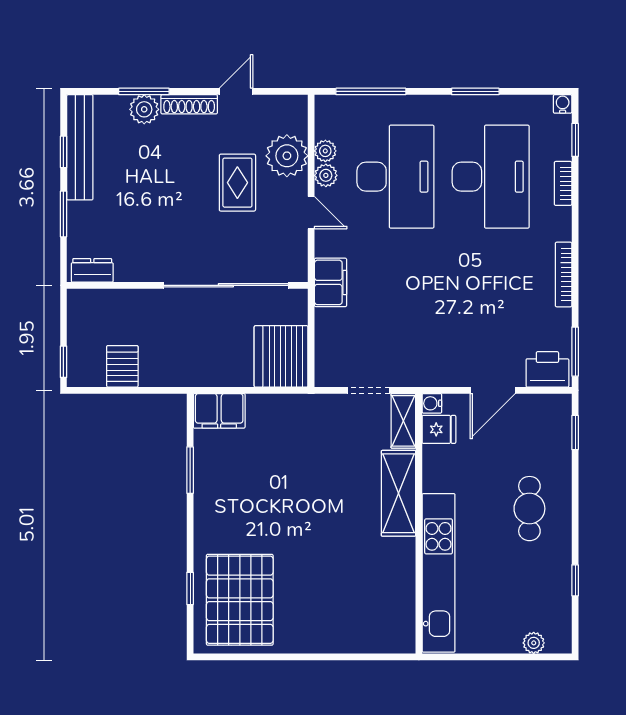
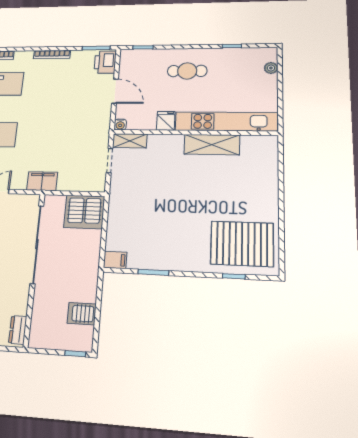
filing cabinet: (219, 411) -> (115, 260), width x0.50
fridge: (439, 429) -> (166, 121), moved
shelving: (399, 493) -> (212, 145), moved

